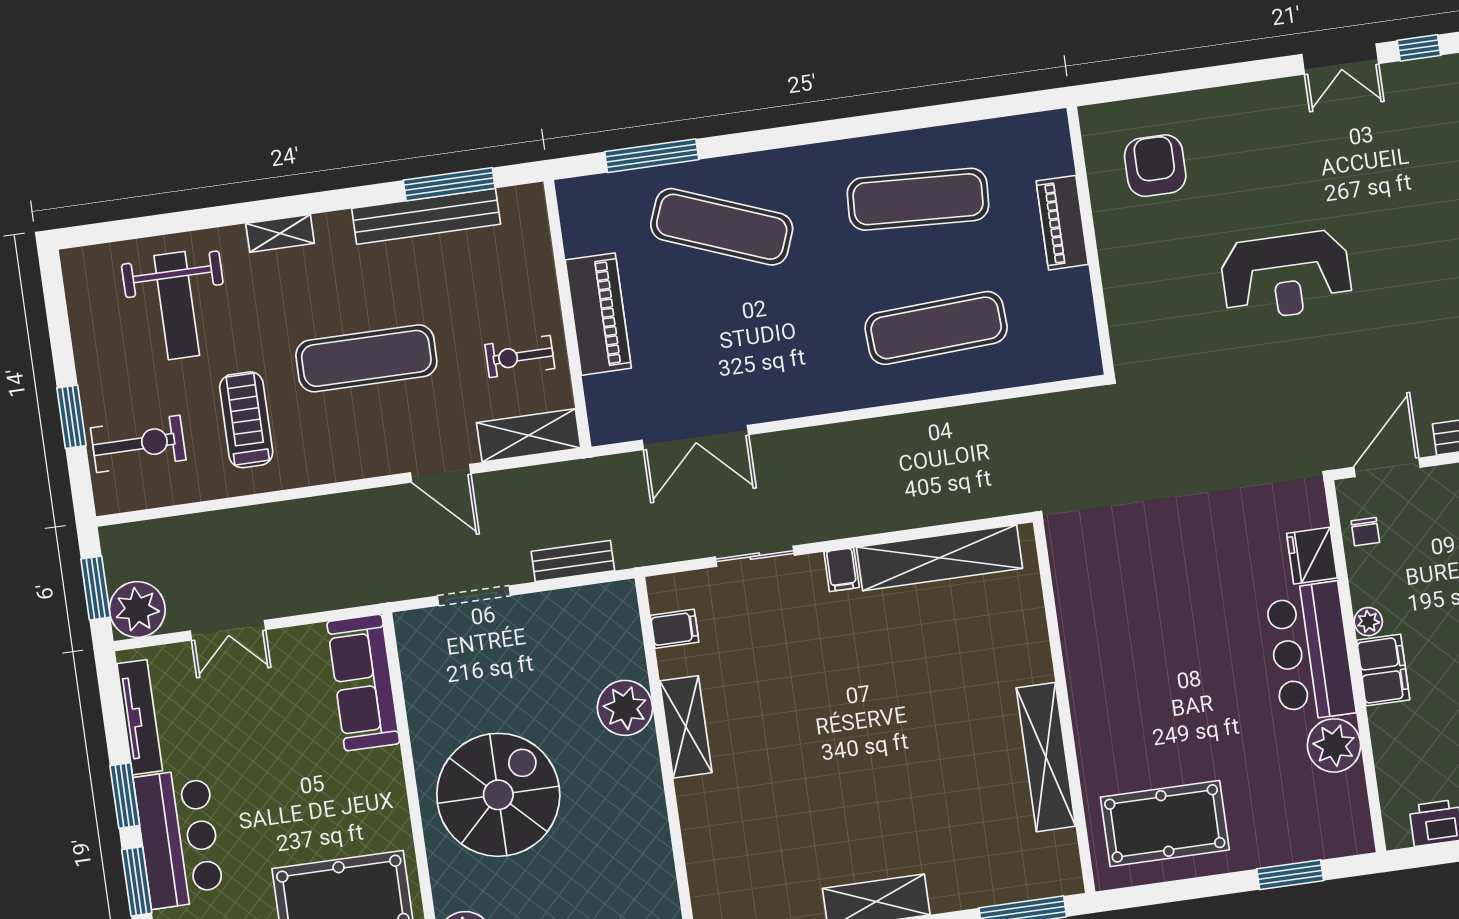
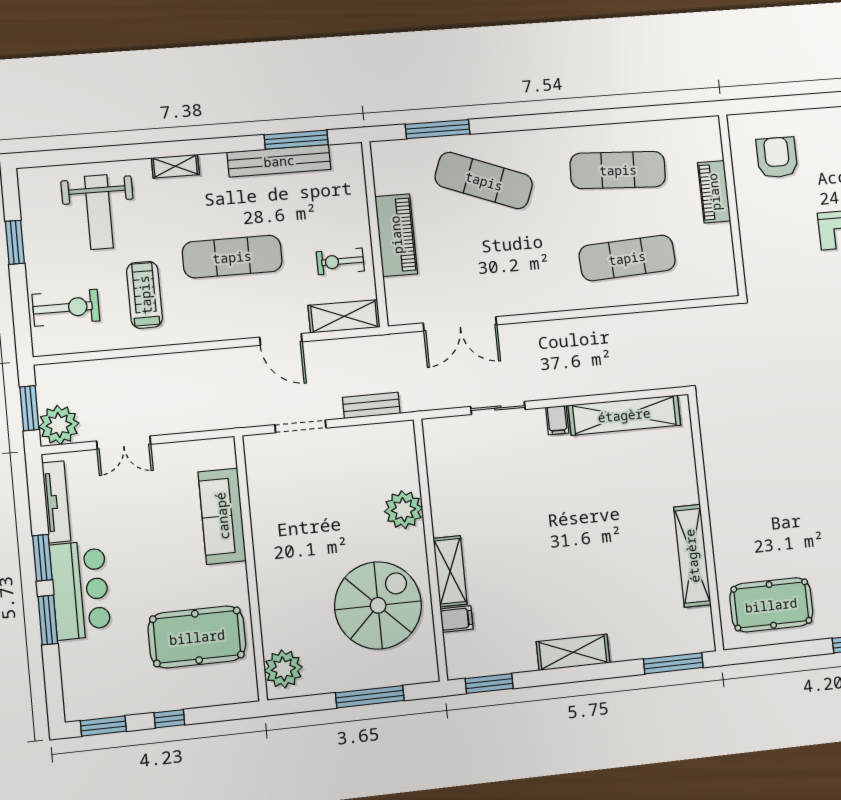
window: (72, 417) -> (15, 242), moved
filing cabinet: (675, 629) -> (457, 619), moved
sofa: (363, 683) -> (222, 516), moved
shelving: (686, 727) -> (450, 571), moved
spiral stairs: (498, 795) -> (378, 605), moved

